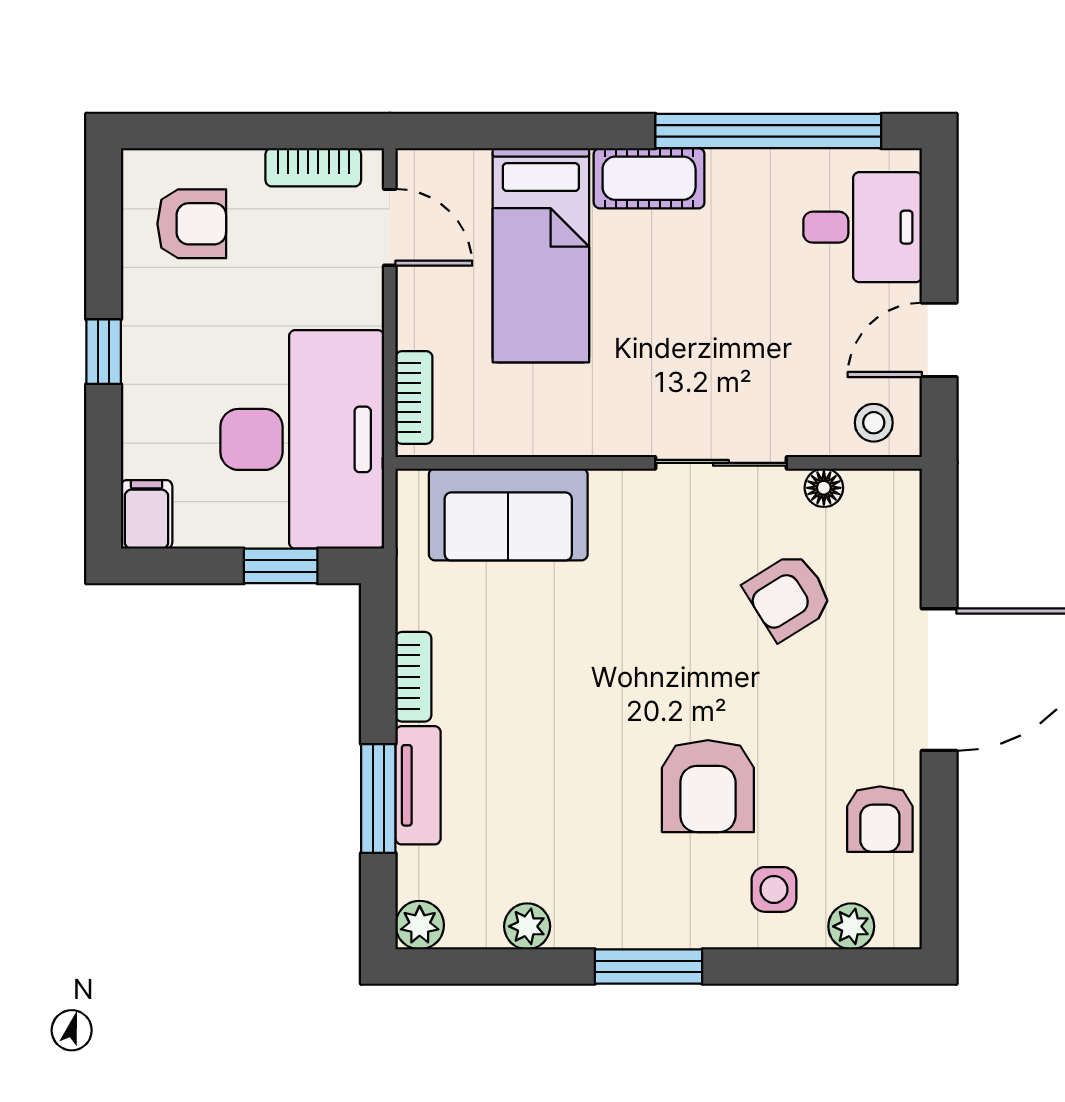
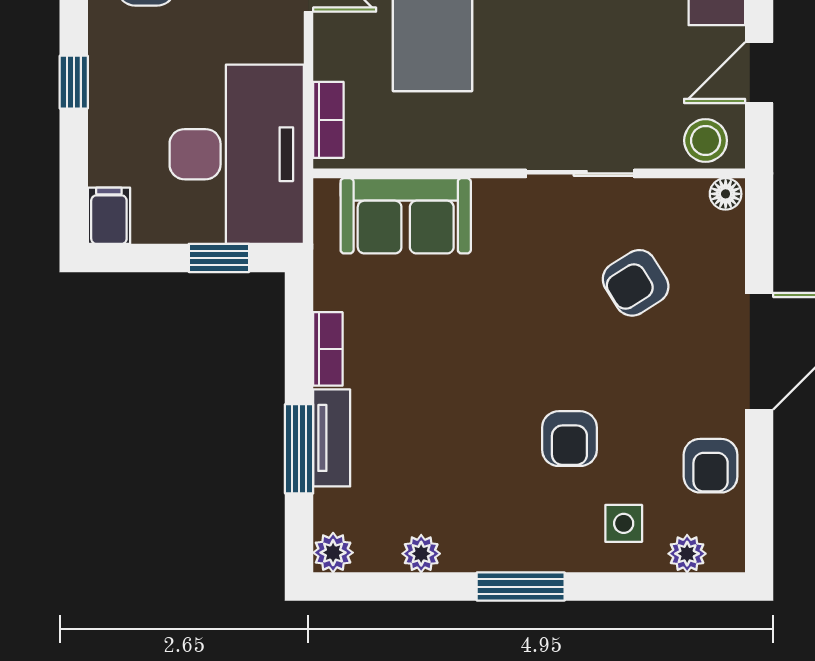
stool: (874, 423) -> (706, 140), width x1.37, depth x1.37
floor lamp: (824, 488) -> (726, 194), moved
armchair: (708, 786) -> (569, 439), width x0.72, depth x0.72

